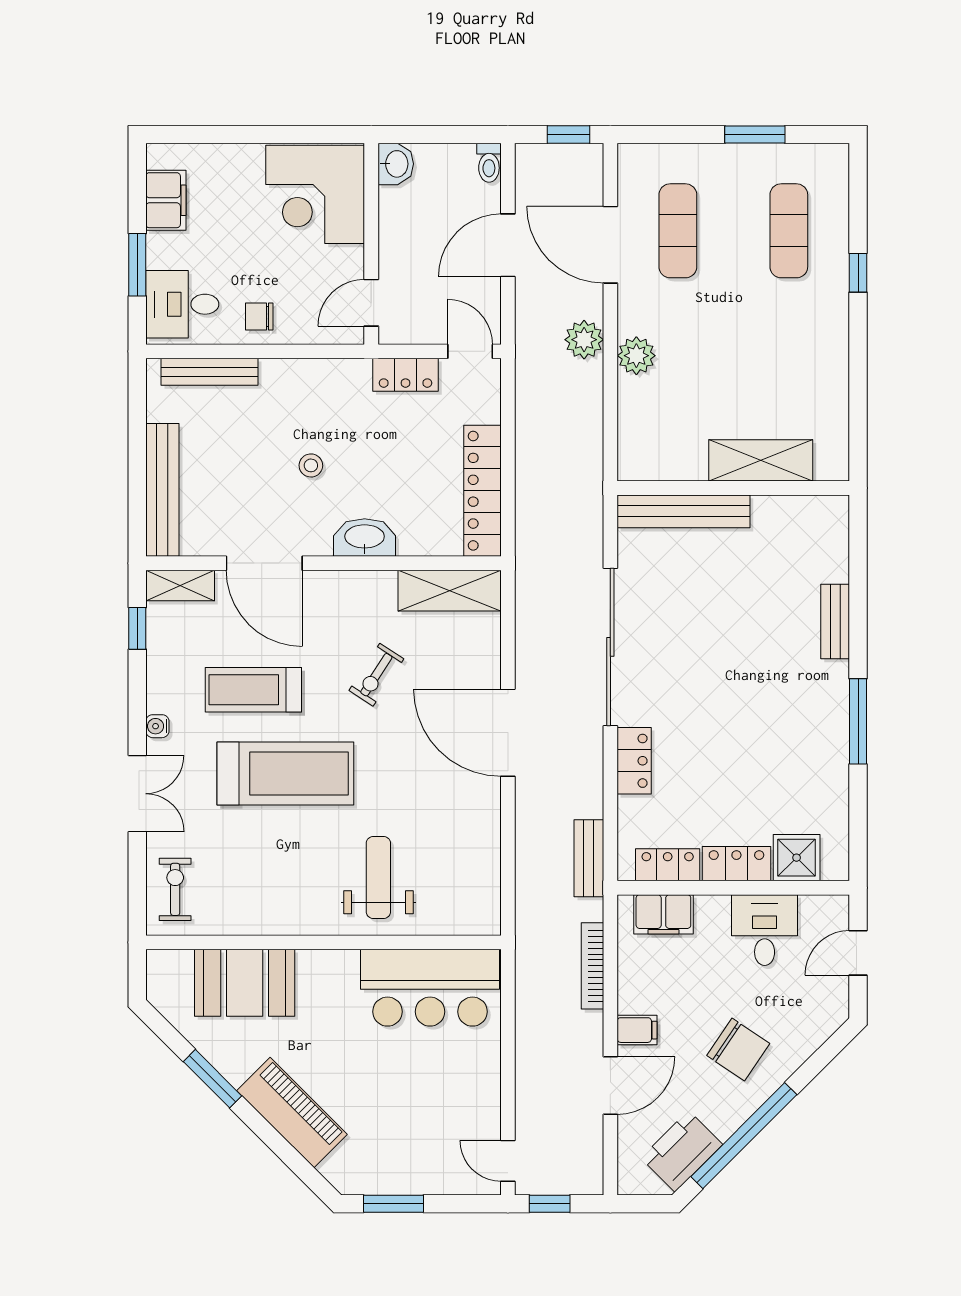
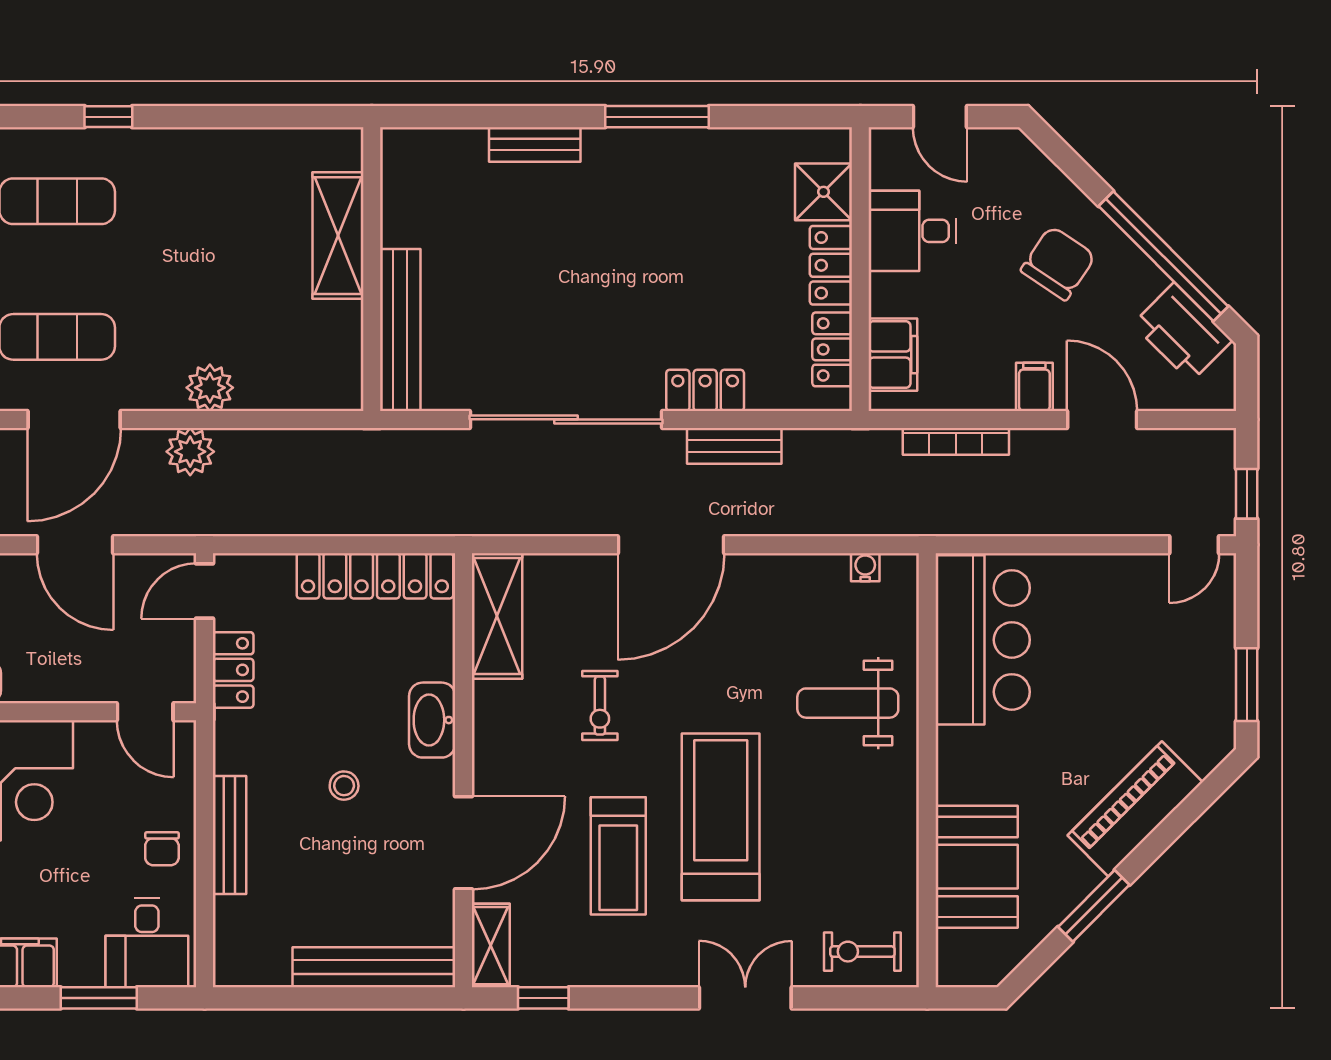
bench: (210, 372) -> (230, 835), moved
exercise bike: (376, 675) -> (600, 706), turned 57
water cooler: (157, 726) -> (865, 567), moved, turned 180
bench: (589, 858) -> (734, 446), moved

